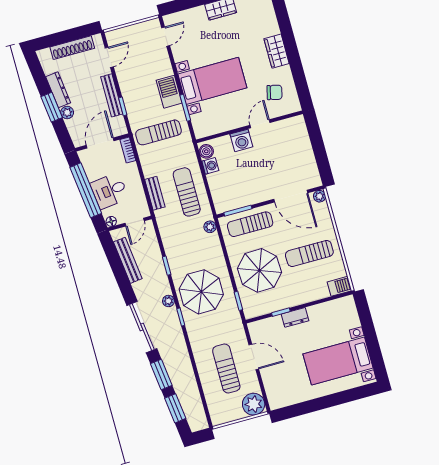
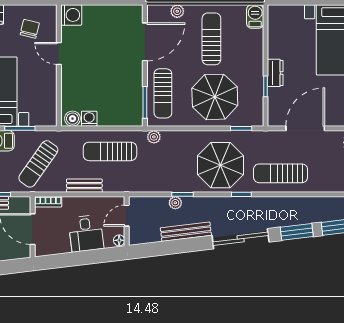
sun lounger: (159, 132) -> (38, 164), turned 35
washing machine: (241, 140) -> (71, 15), moved
window: (86, 190) -> (79, 258), removed
bench: (155, 193) -> (84, 186), moved
plant: (320, 196) -> (177, 11), moved
door: (135, 222) -> (127, 216), swing flipped
sun lounger: (309, 253) -> (211, 39), turned 180
bench: (128, 260) -> (186, 232), moved
plant: (168, 301) -> (175, 203), moved
door: (254, 357) -> (305, 128), width x1.36
sun lounger: (226, 369) -> (281, 173), moved

